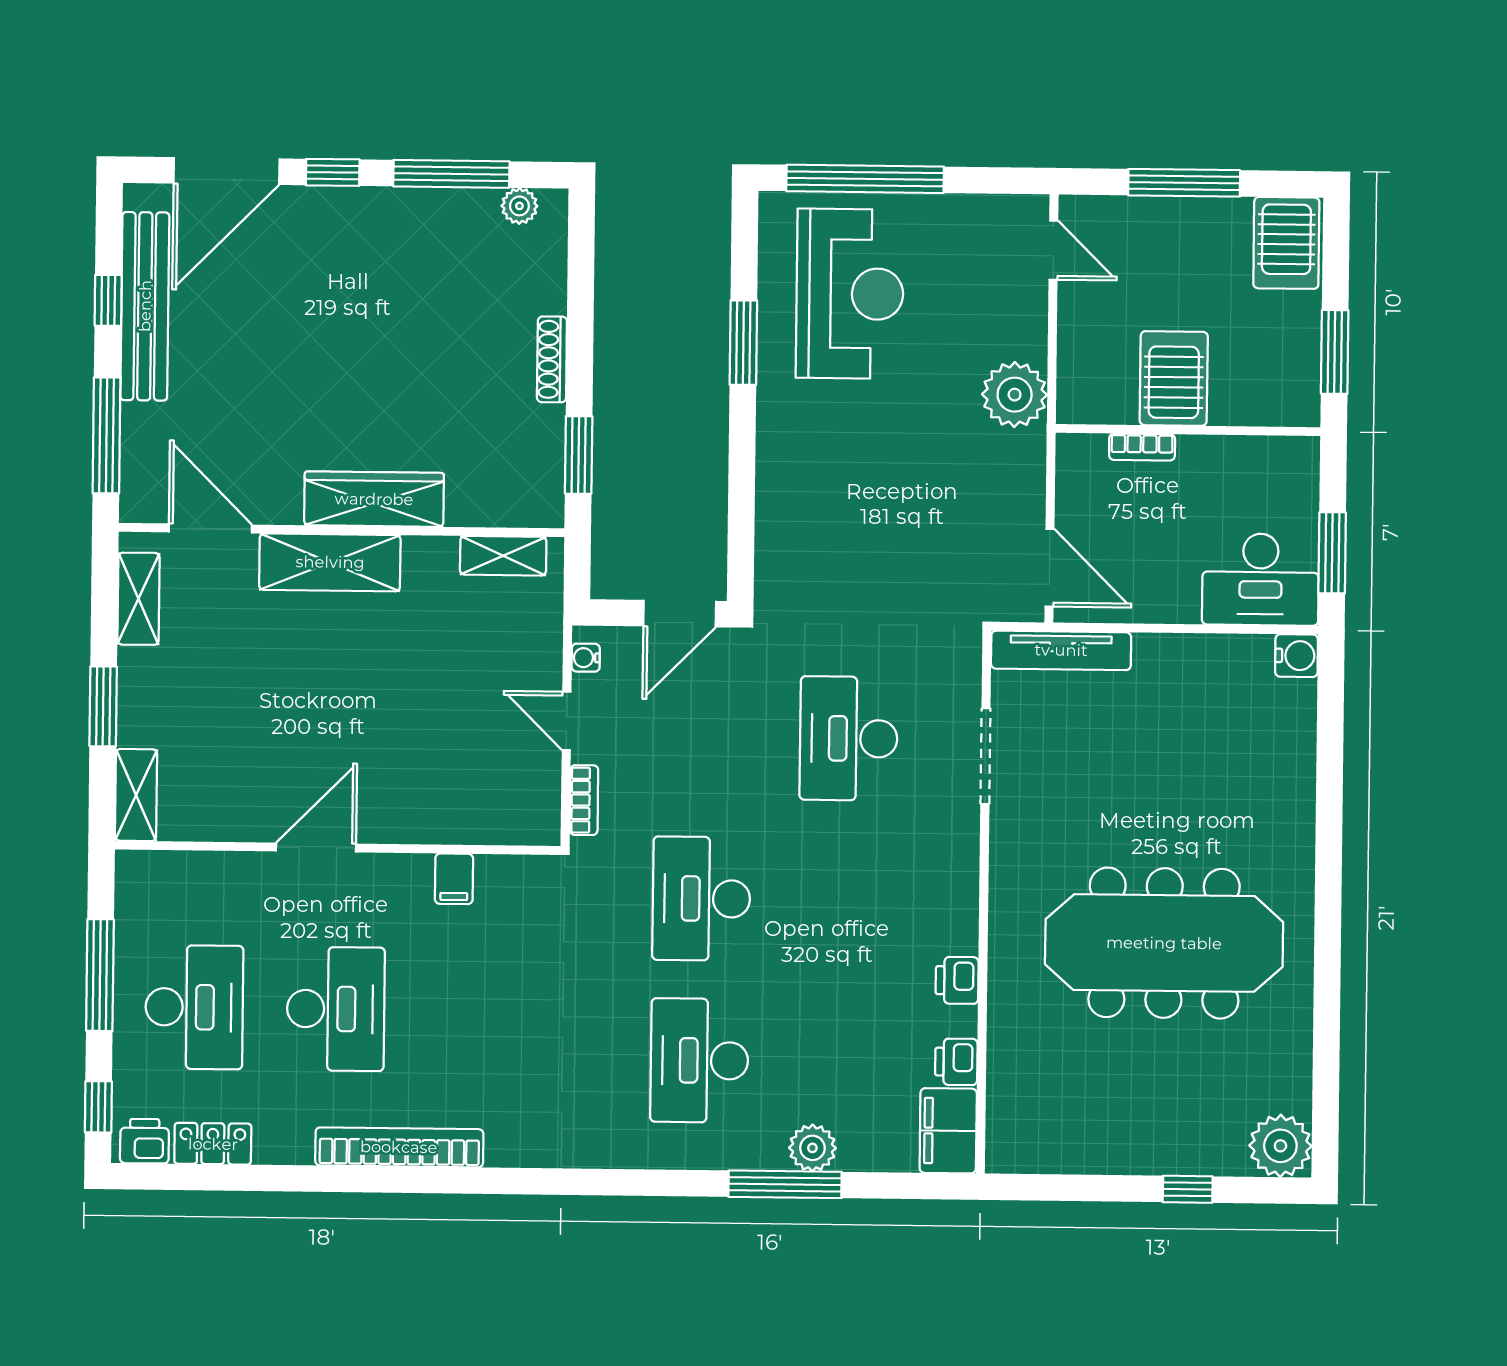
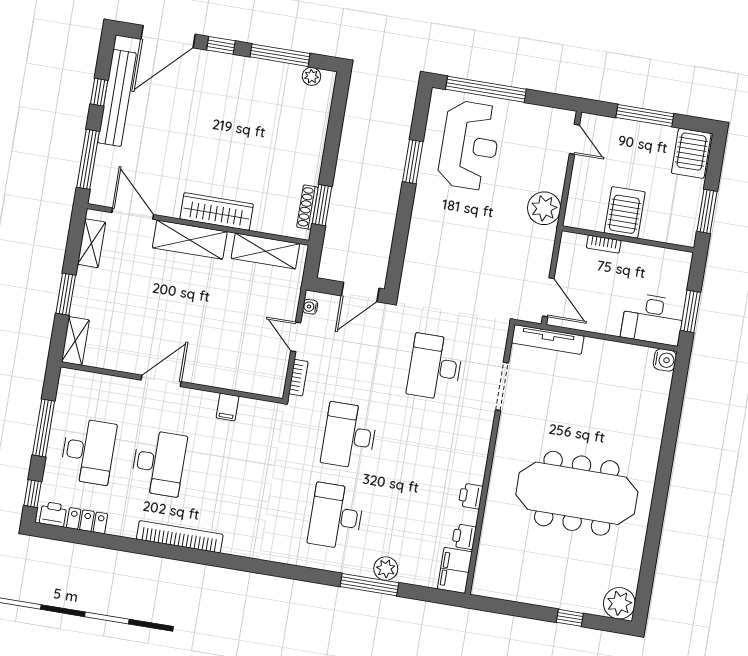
shoe rack: (552, 359) -> (307, 207), moved
shelving: (503, 556) -> (265, 251), width x1.50, depth x1.33

